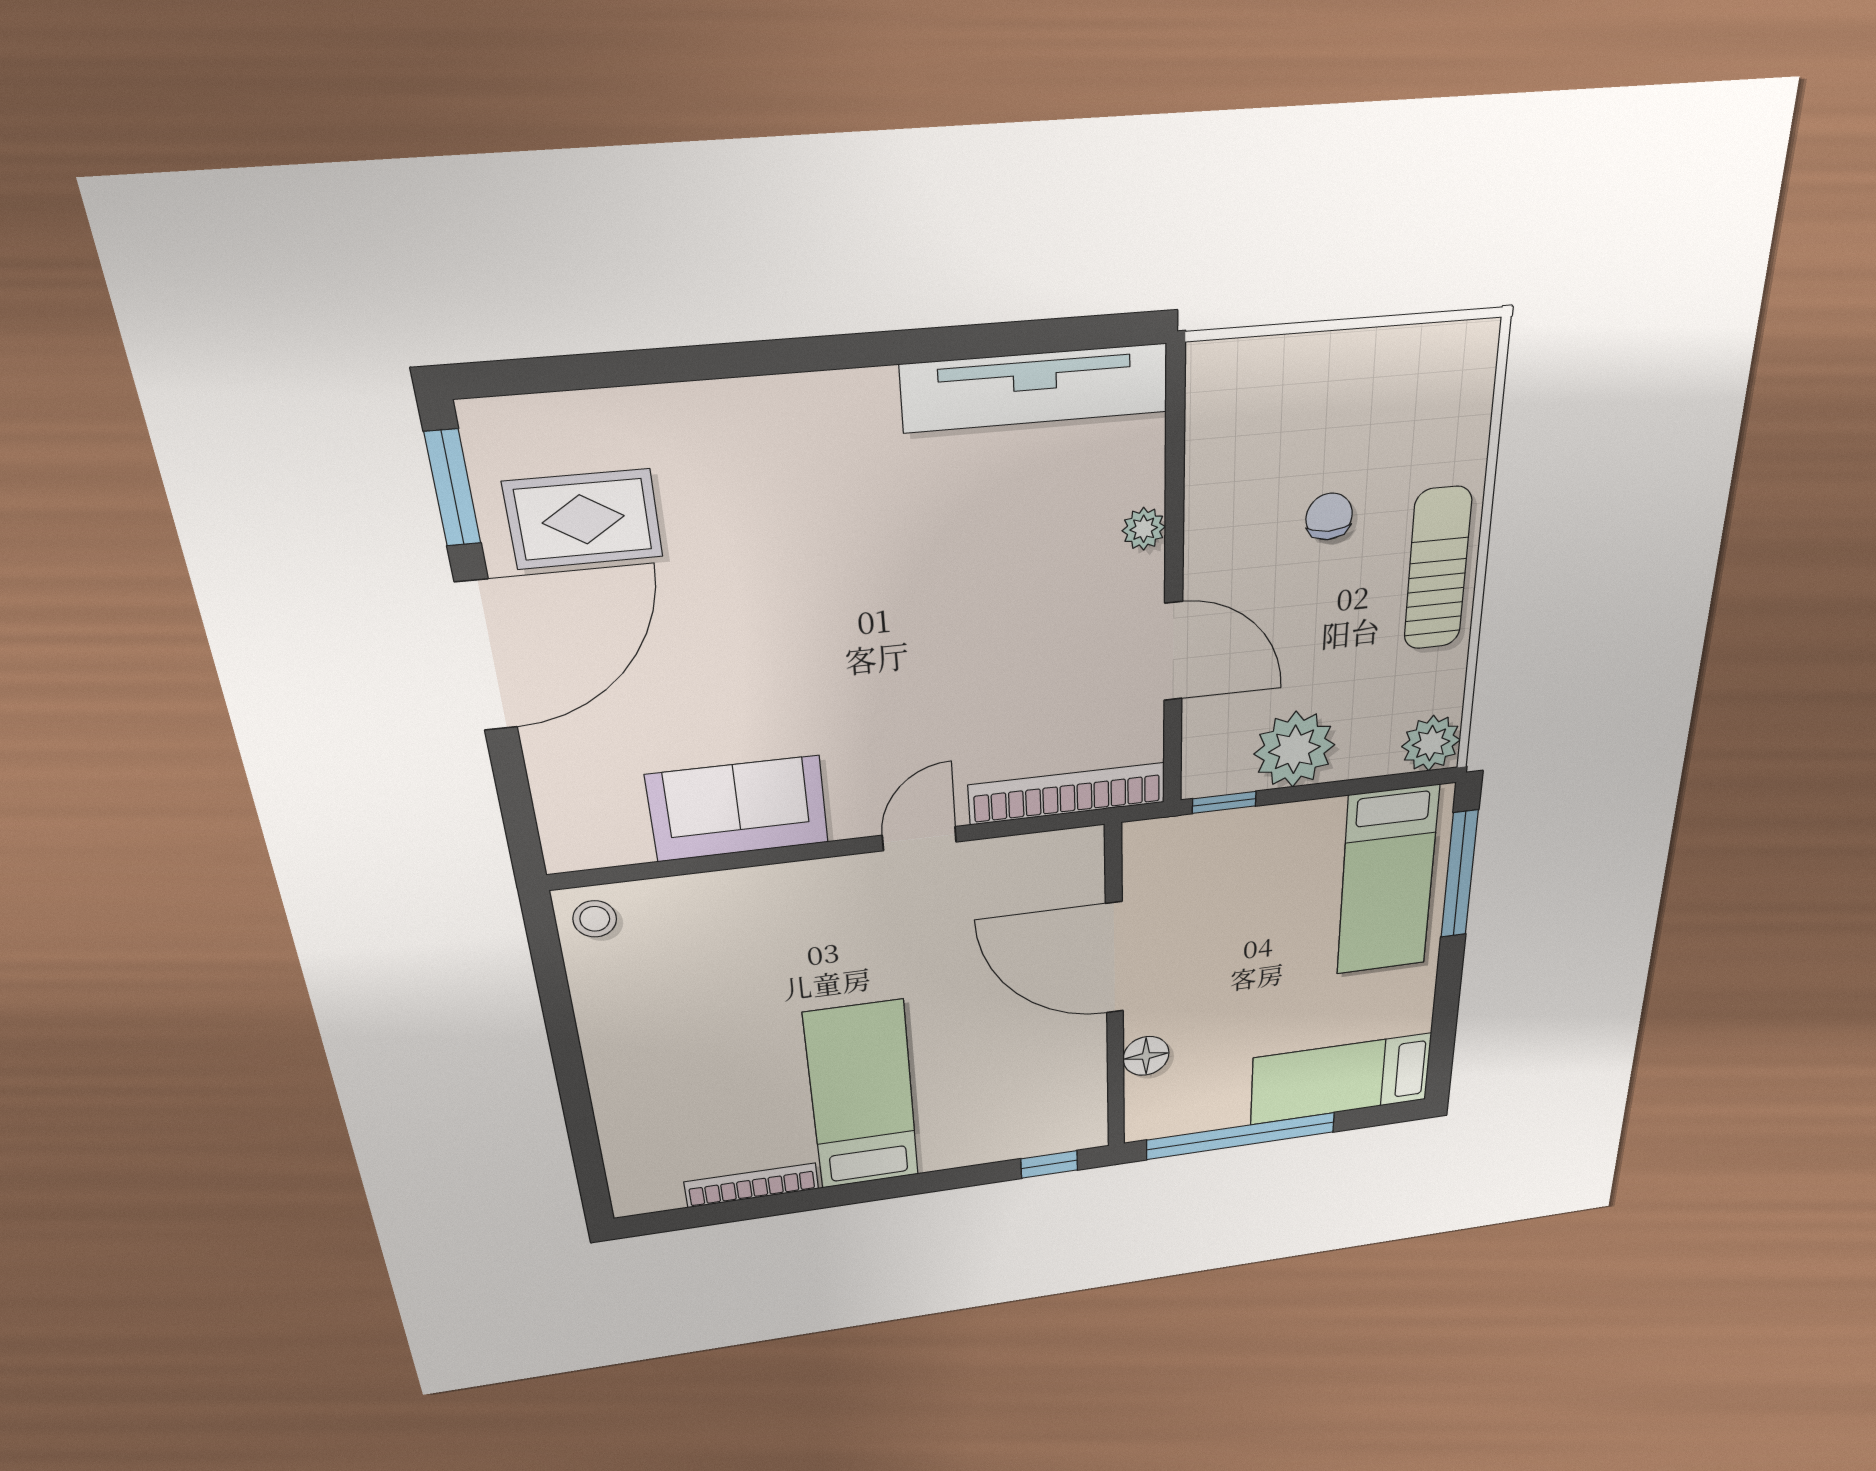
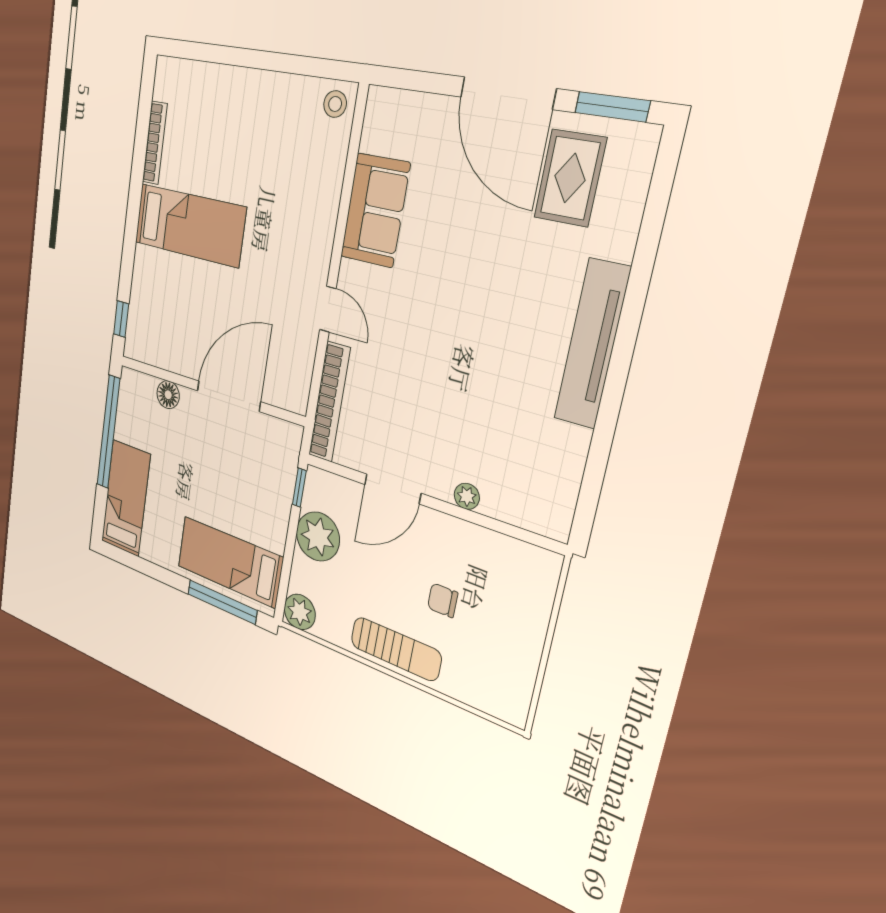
tv unit: (1035, 388) -> (592, 344), moved
chair: (1329, 517) -> (443, 600), turned 180

